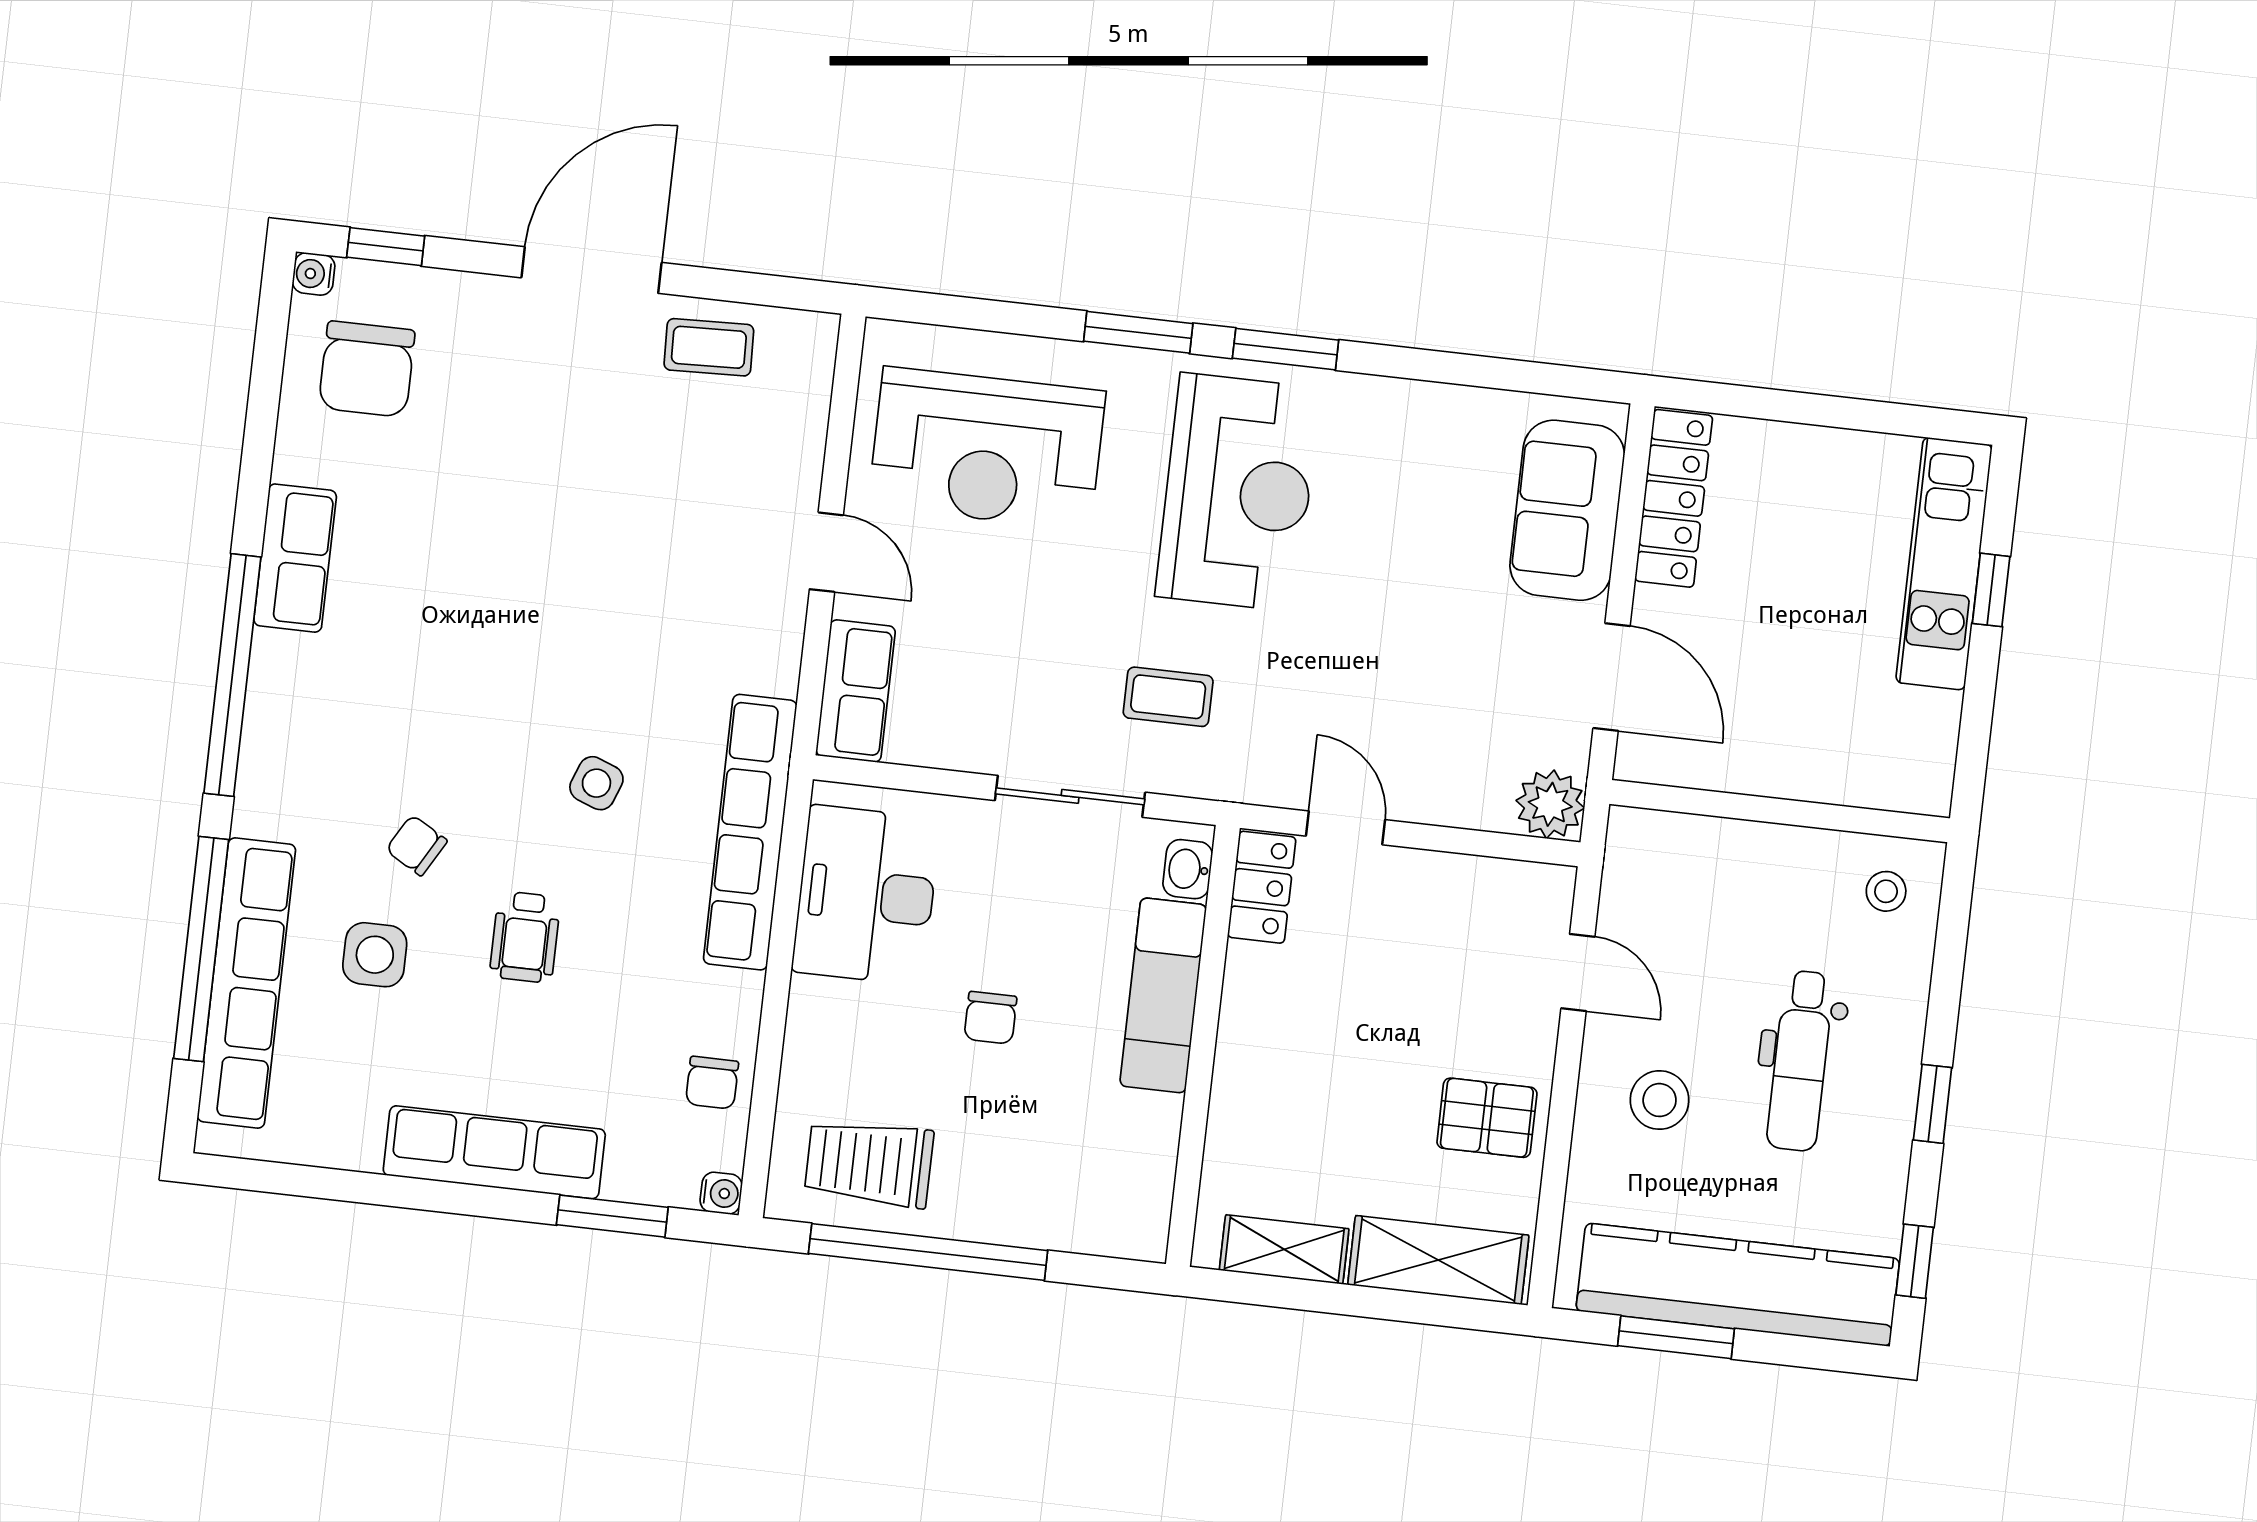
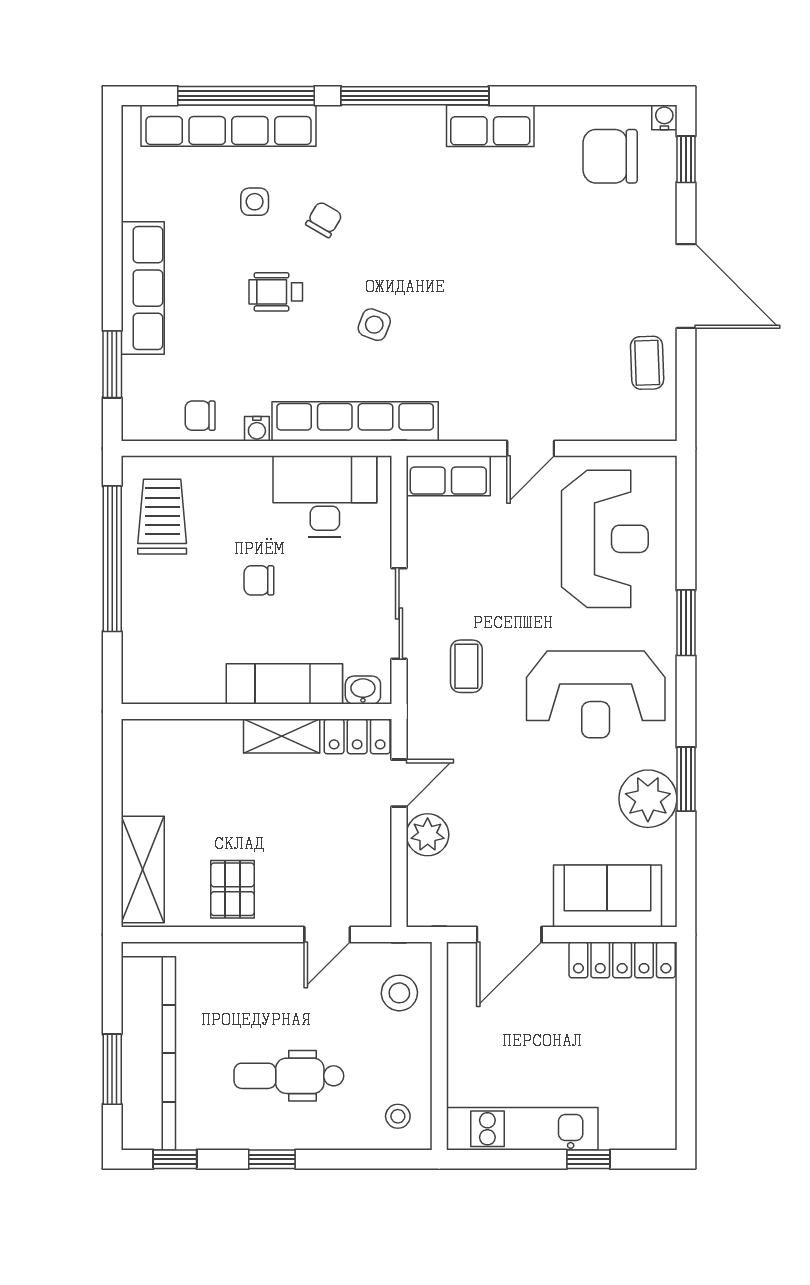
window: (1286, 349) -> (686, 779), moved
plant: (1417, 427) -> (648, 799), added
reception desk: (987, 449) -> (605, 539), turned 180
kitchen unit: (1944, 564) -> (522, 1129), moved
plant: (1550, 804) -> (428, 835), moved
side table: (375, 955) -> (255, 202), width x0.73, depth x0.73
stool: (1660, 1100) -> (399, 993), moved
water cooler: (721, 1193) -> (257, 429), moved
shelving: (1284, 1249) -> (282, 736), moved, turned 90
window: (1676, 1337) -> (112, 1069), moved

